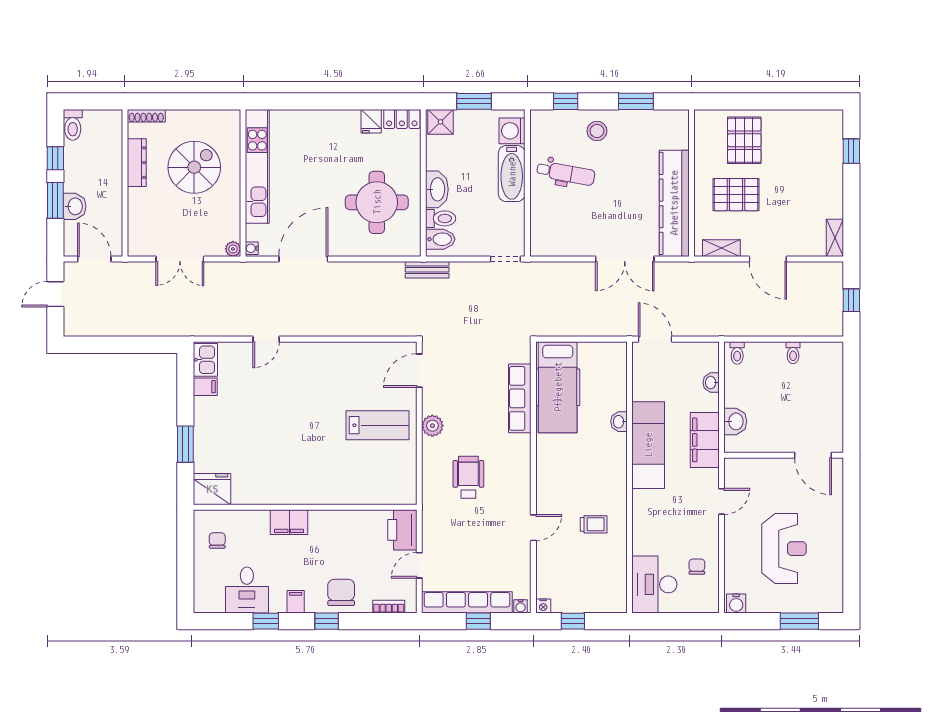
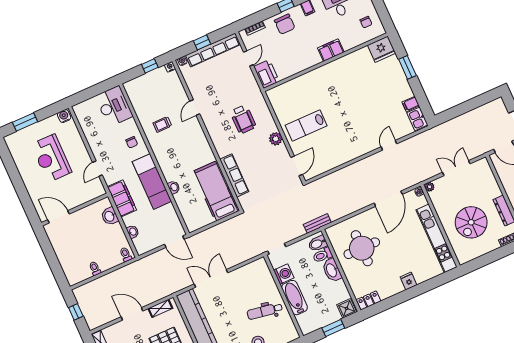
fridge: (371, 121) -> (409, 281), moved
washing machine: (512, 131) -> (284, 274), moved
chair: (697, 567) -> (132, 142), moved

